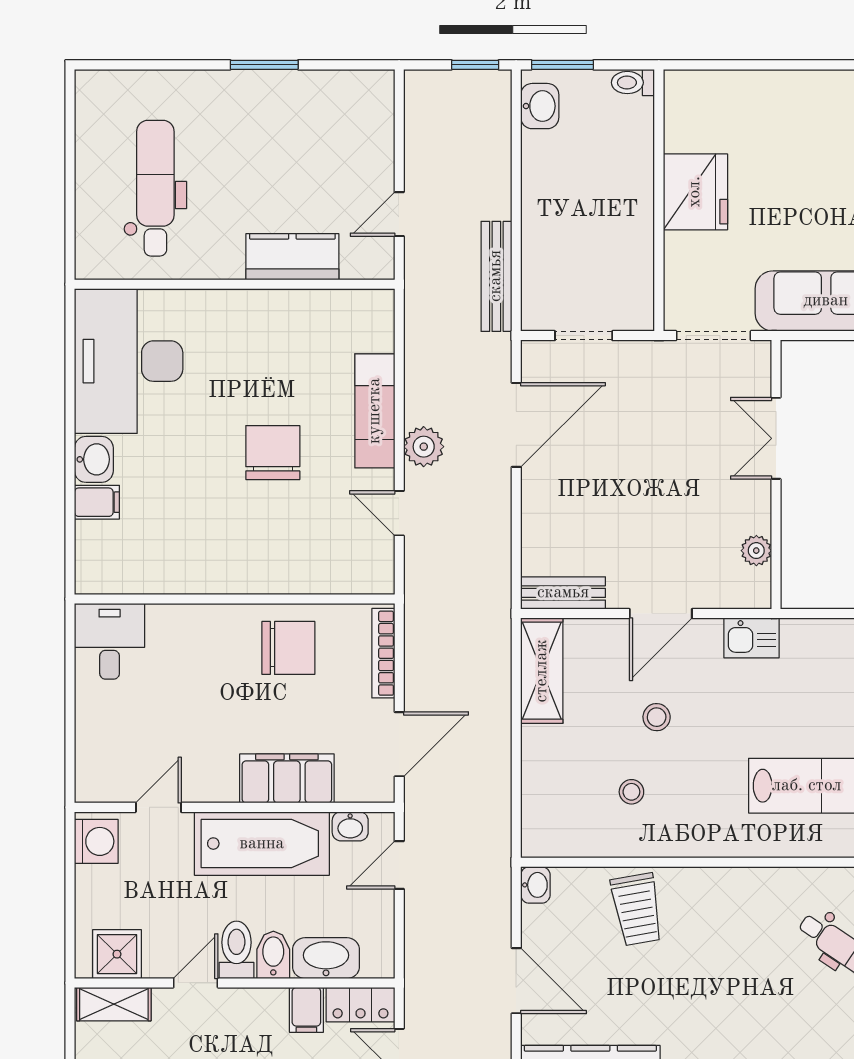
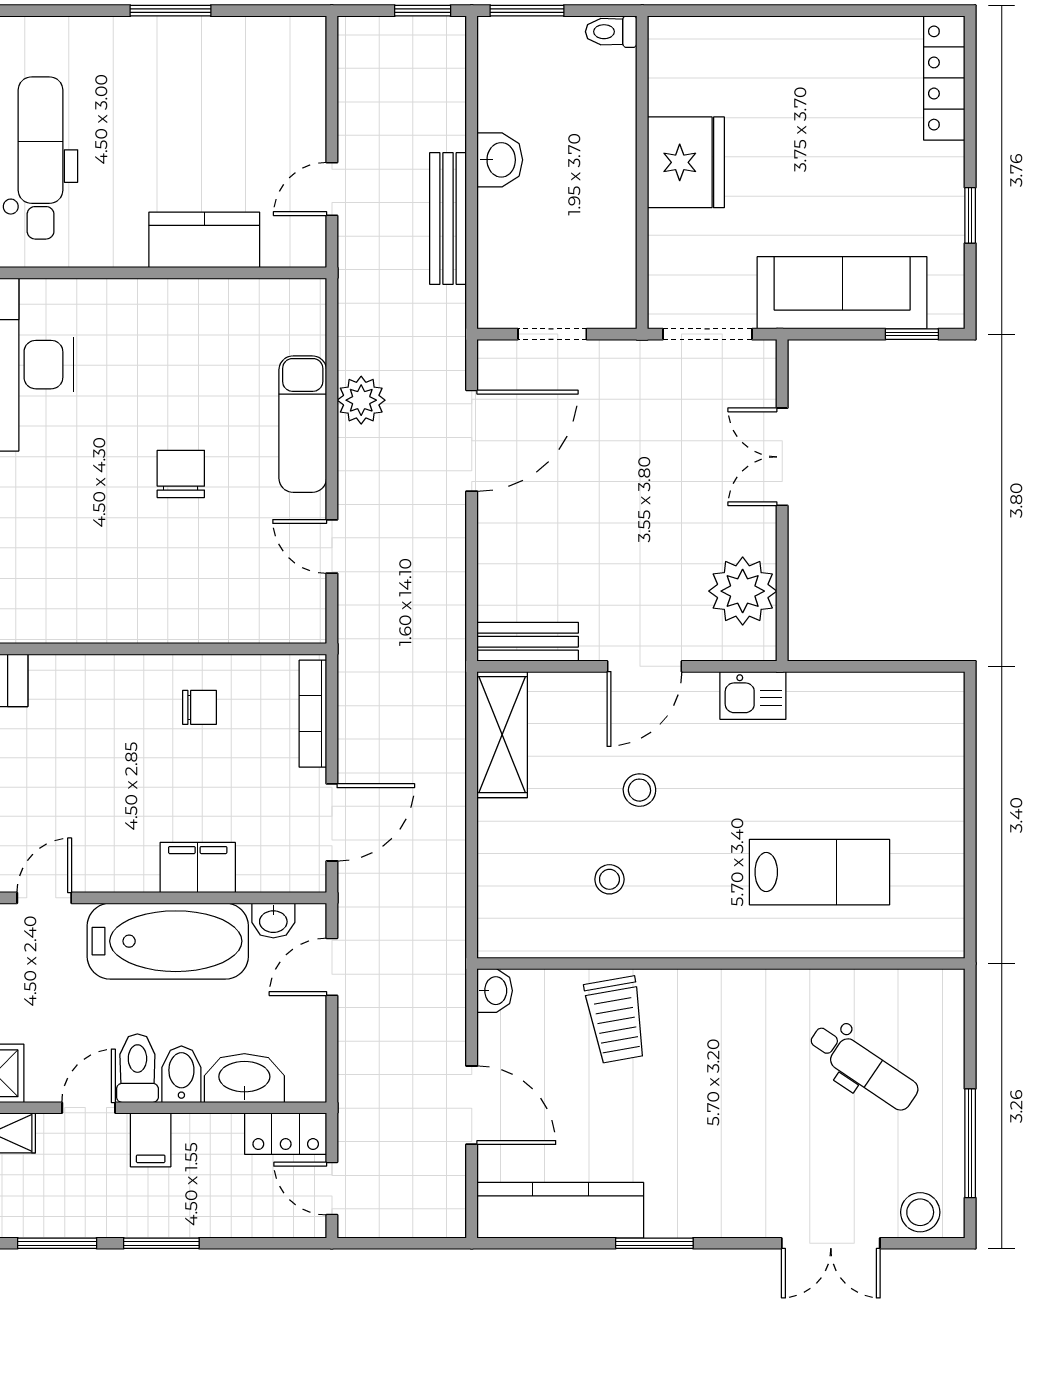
washbasin: (540, 106) -> (500, 160), moved
bench: (496, 276) -> (448, 219), moved
plant: (424, 447) -> (361, 400), moved
chair: (273, 453) -> (181, 474), width x0.73, depth x0.73
plant: (756, 551) -> (743, 591), width x1.87, depth x1.87
chair: (288, 648) -> (199, 707), width x0.54, depth x0.54
filing cabinet: (287, 778) -> (198, 868), width x0.67, depth x0.86
filing cabinet: (306, 1010) -> (151, 1140), moved

